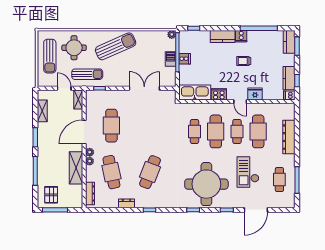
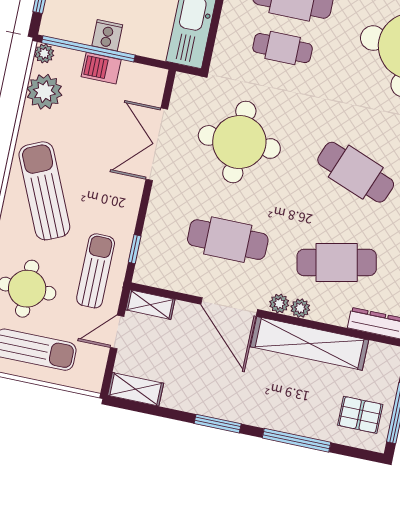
plant: (156, 38) -> (44, 92), added
shelving: (42, 111) -> (136, 389), moved
round table: (152, 122) -> (239, 142), added
shelving: (76, 168) -> (310, 343), width x1.47

